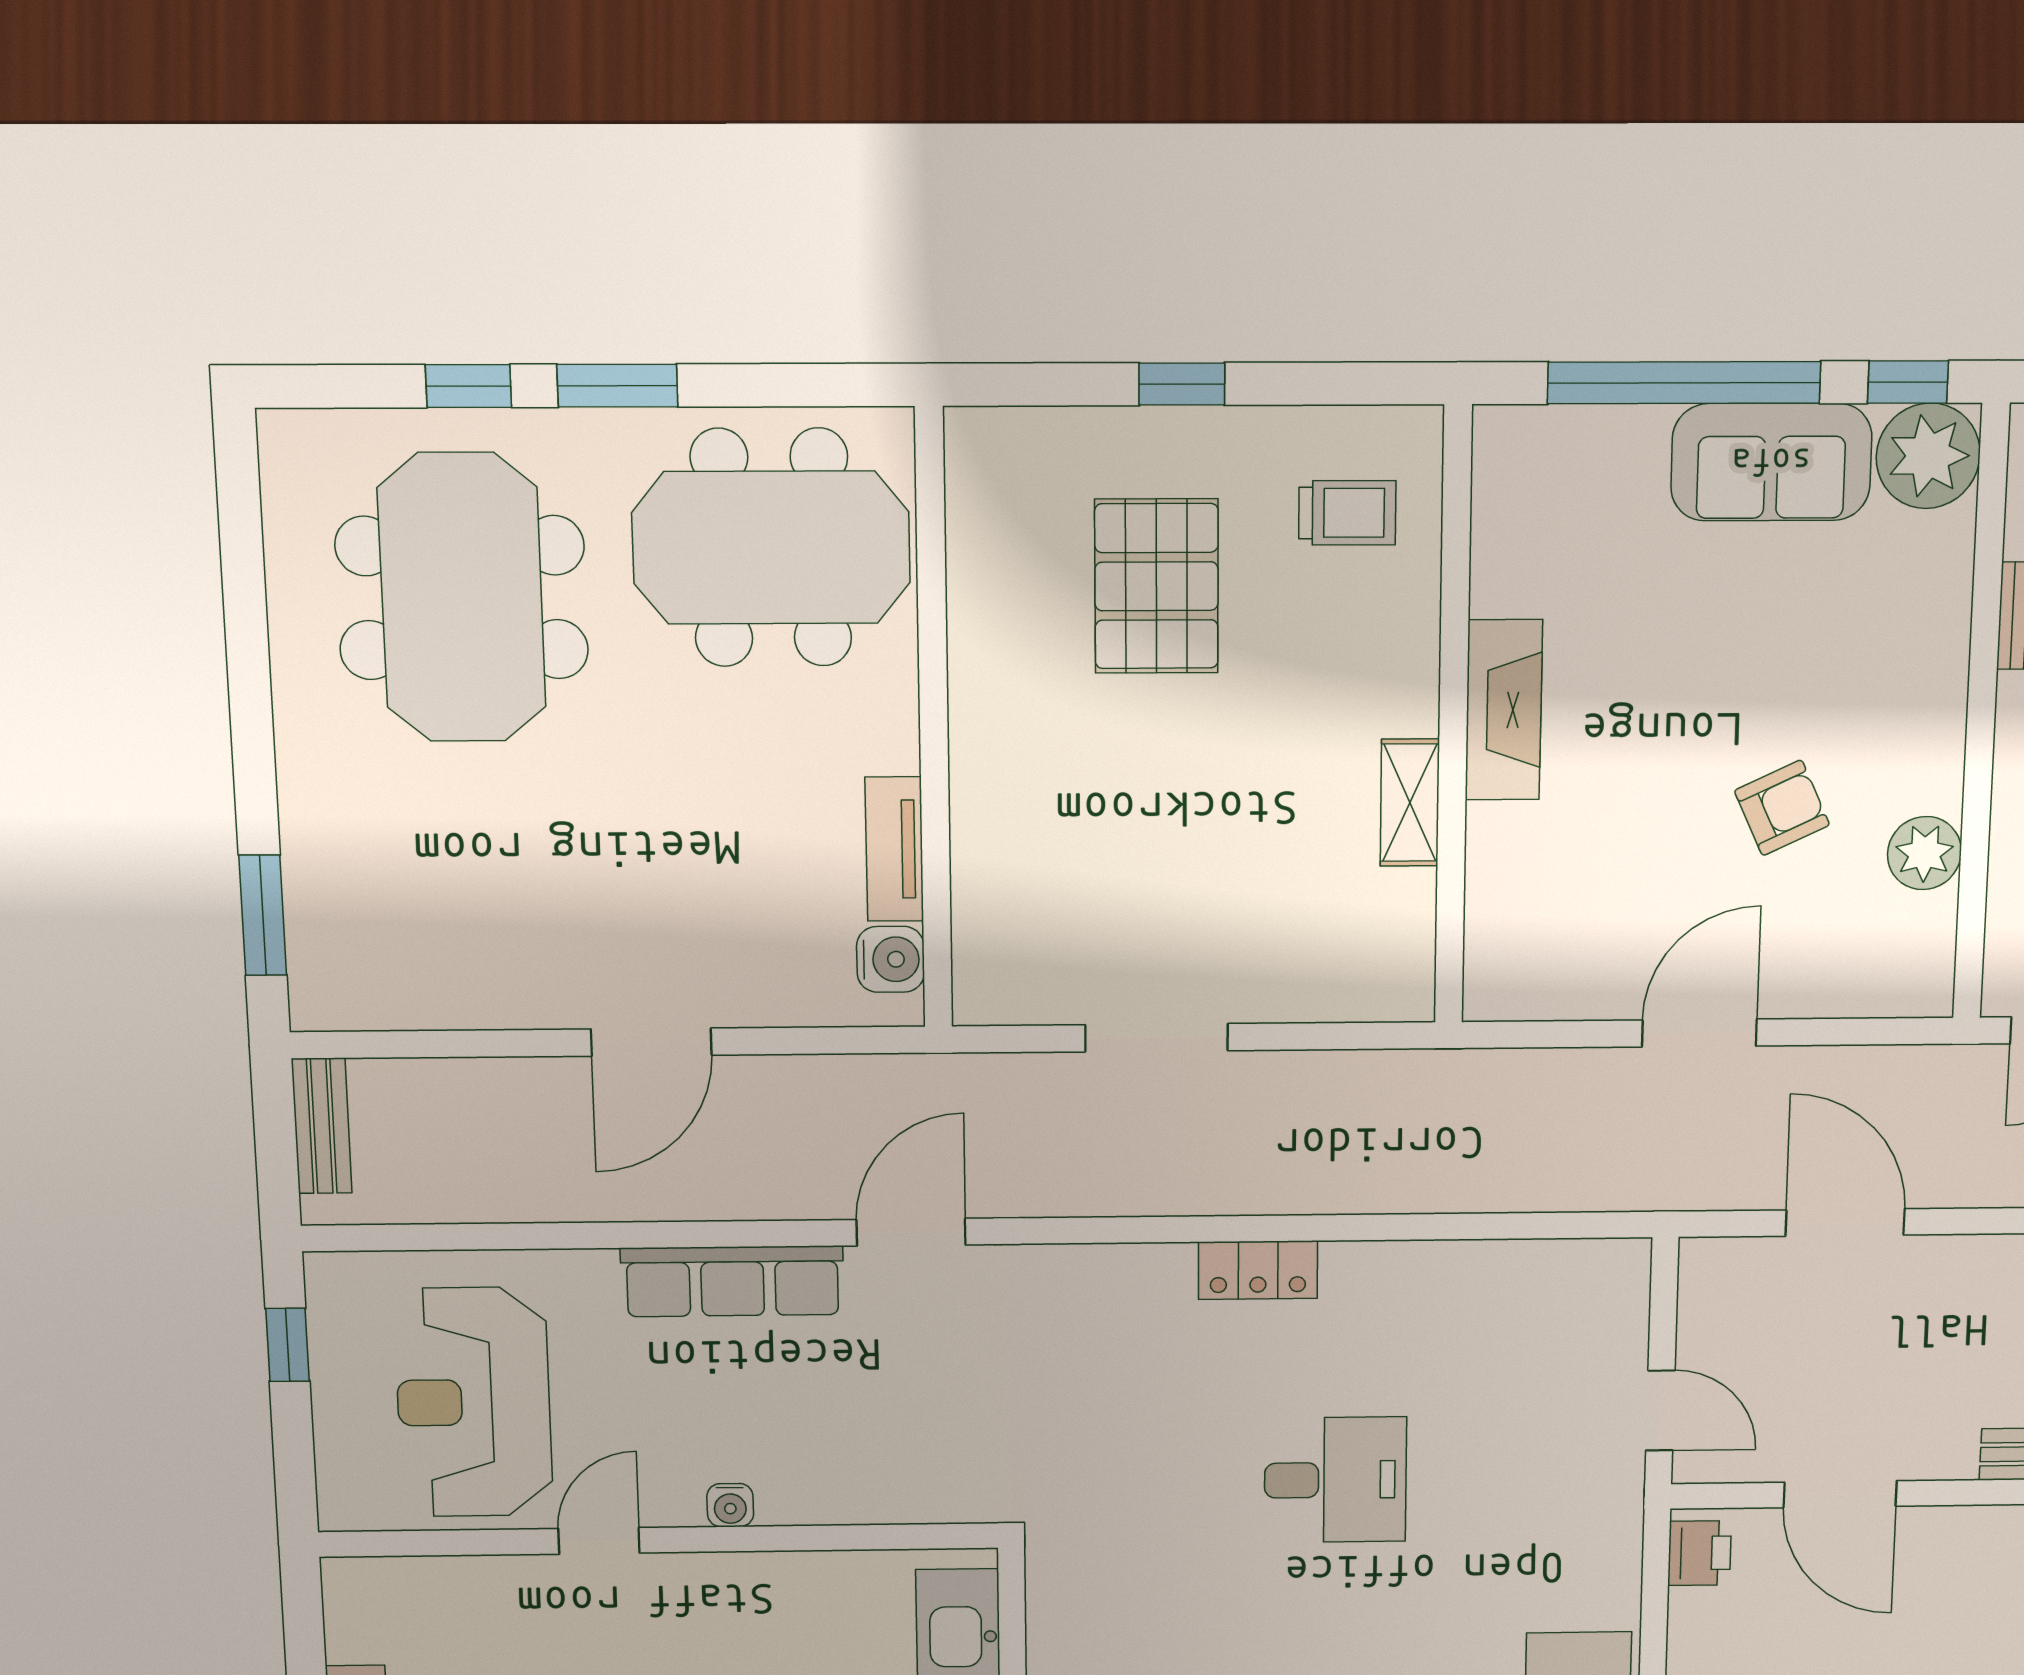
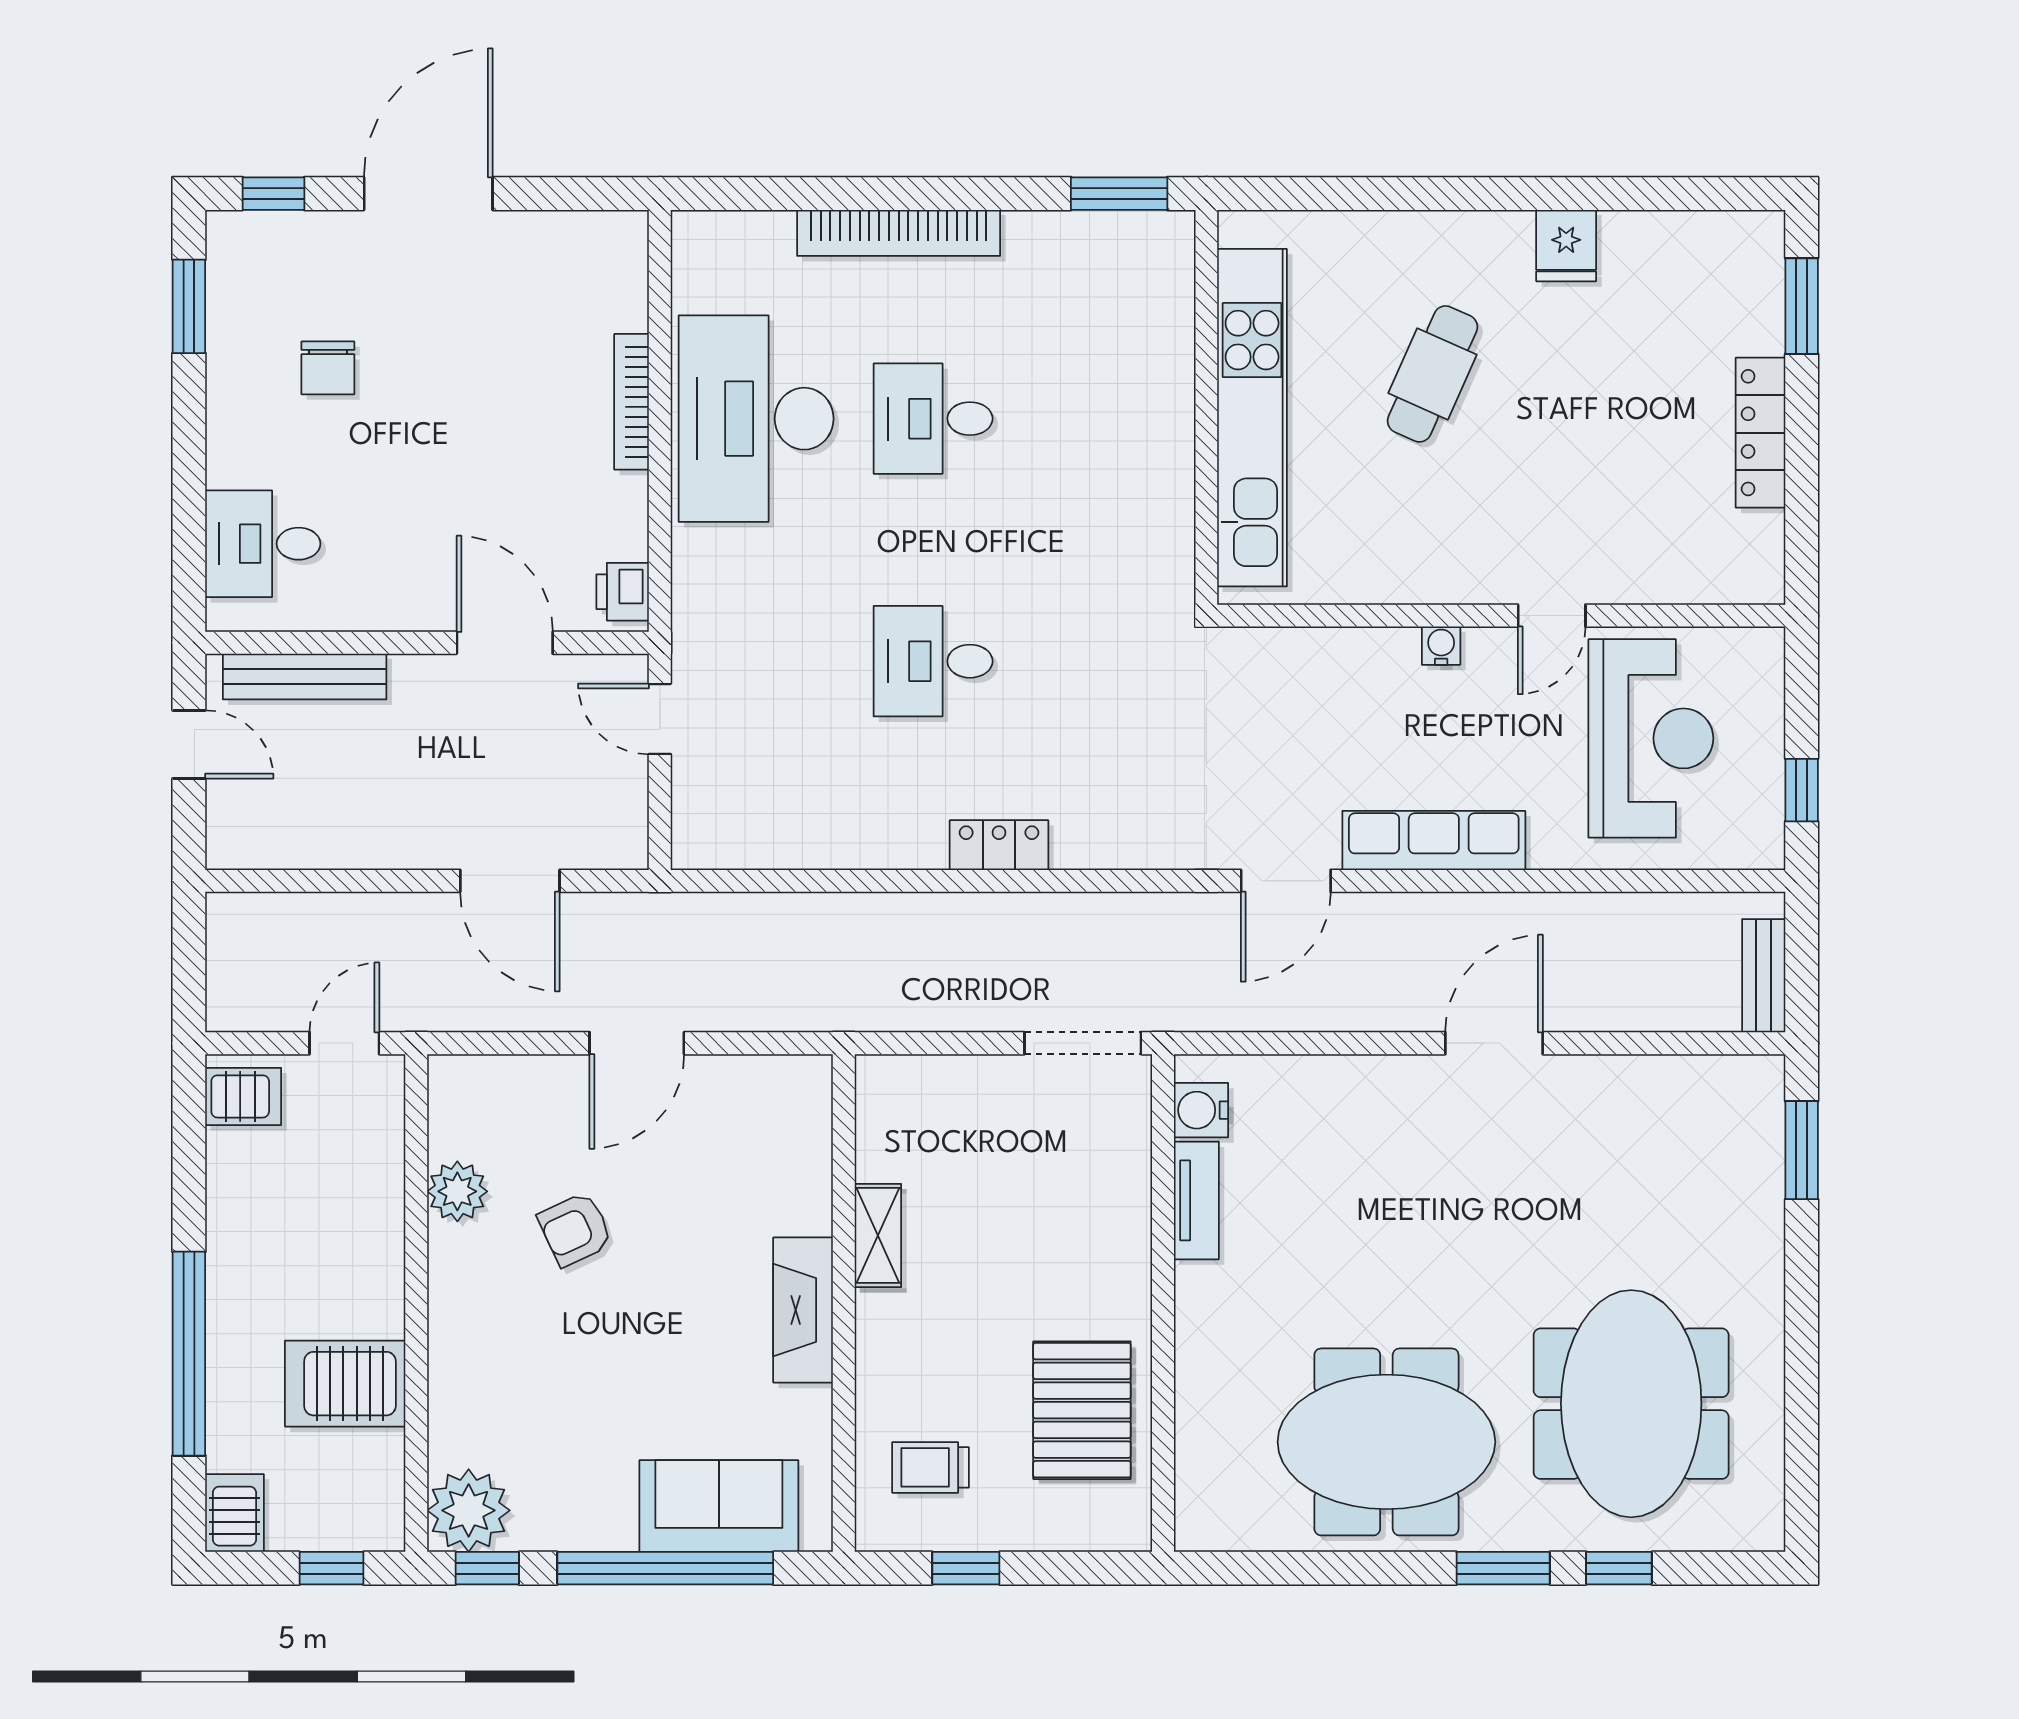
window: (1182, 384) -> (966, 1568), moved
sofa: (1771, 462) -> (719, 1506), moved
wall: (934, 722) -> (1163, 1303), moved
tv unit: (894, 849) -> (1196, 1200), moved
water cooler: (891, 959) -> (1201, 1110), moved

